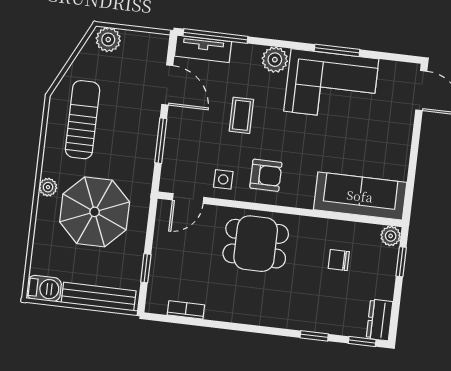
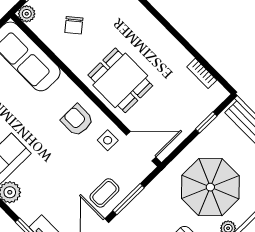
coffee table: (241, 115) -> (104, 193), moved
door: (188, 199) -> (141, 146), width x1.37
chair: (339, 260) -> (74, 25), turned 50

